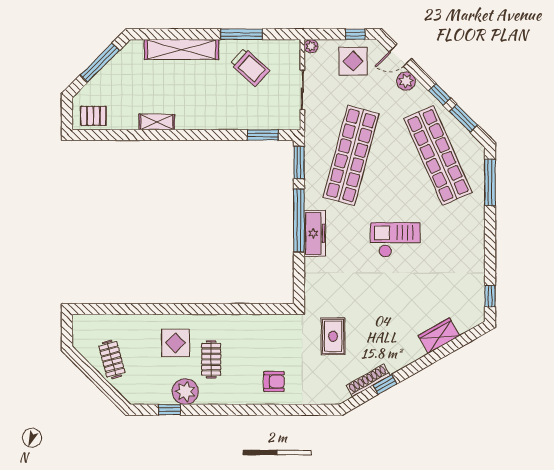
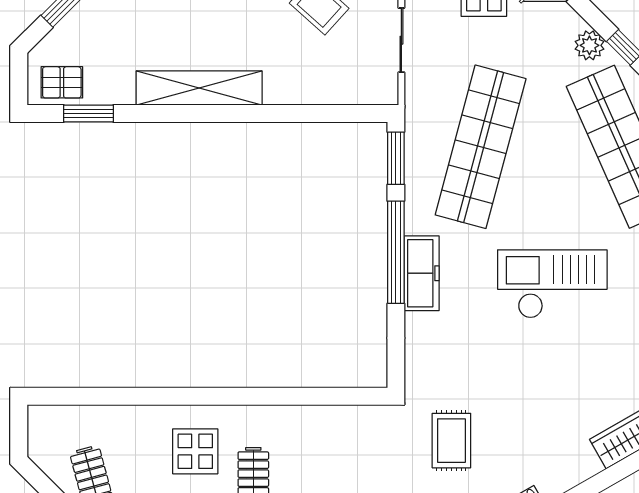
plant: (406, 81) -> (589, 45), moved
shelving: (157, 122) -> (199, 88), width x2.20, depth x1.33
window: (263, 135) -> (89, 113), moved
checkout: (395, 240) -> (552, 284), width x1.36, depth x1.21

